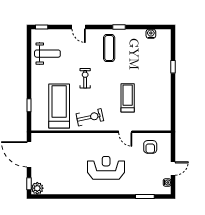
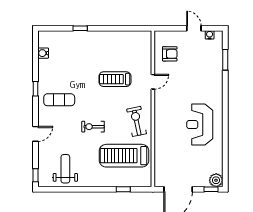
reception desk: (106, 168) -> (200, 125), moved

